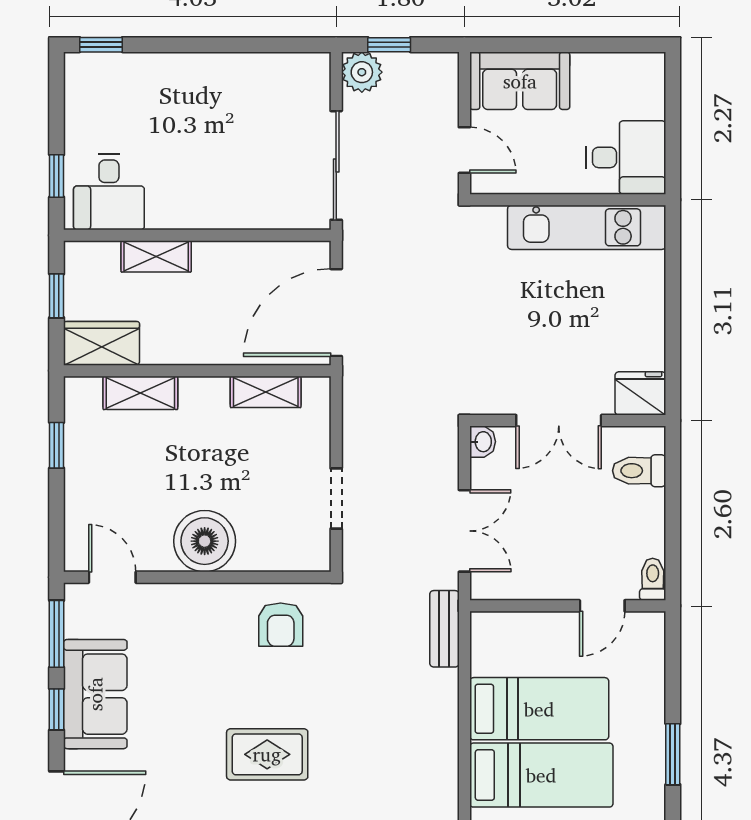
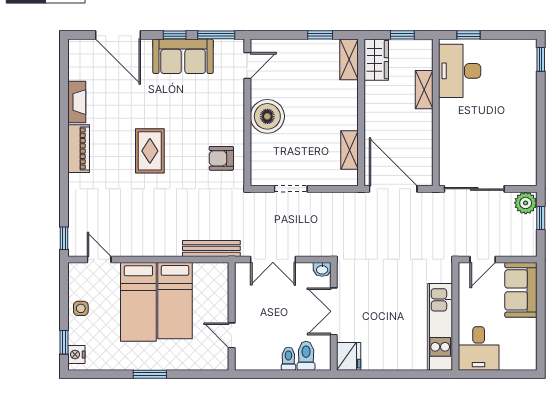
desk: (109, 192) -> (460, 71), width x1.37
shelving: (140, 393) -> (349, 59), moved
toilet: (653, 579) -> (288, 359), moved, turned -90
bench: (444, 629) -> (211, 248), width x1.36

